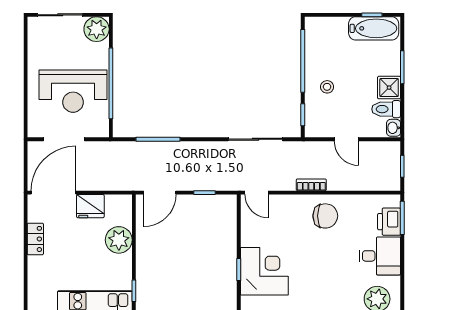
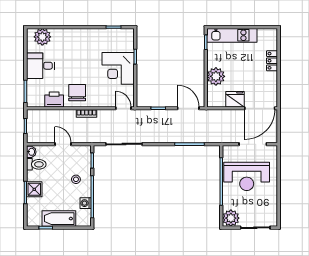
bathtub: (374, 28) -> (59, 219), moved
washing machine: (313, 51) -> (86, 203), added
shower: (389, 88) -> (34, 189), moved
reception desk: (73, 91) -> (247, 176), turned 180
door: (160, 193) -> (188, 108), hinge flipped
chair: (325, 216) -> (77, 93), turned 90
printer: (389, 222) -> (54, 99), moved, turned -90
locker: (35, 239) -> (272, 61), moved
corner desk: (264, 271) -> (118, 68), moved

